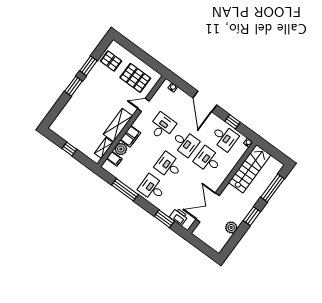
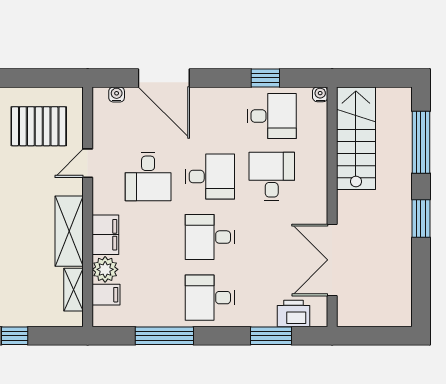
door: (205, 101) -> (164, 78), moved
desk: (162, 126) -> (148, 177), turned 180
desk: (208, 160) -> (272, 177), turned 90
plant: (231, 227) -> (399, 265), removed

